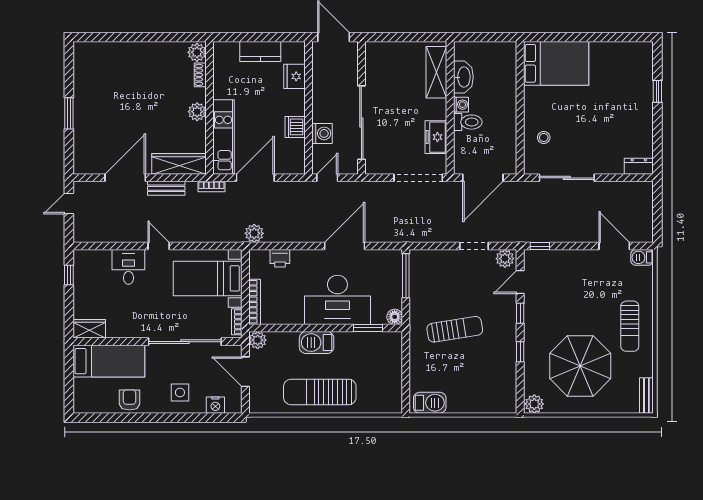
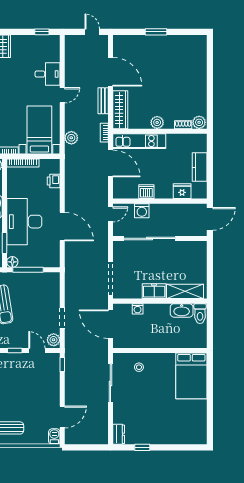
window: (657, 91) -> (142, 447), moved
washing machine: (461, 105) -> (138, 309), moved
toilet: (468, 122) -> (200, 314), moved
freezer: (436, 137) -> (154, 291), moved
door: (327, 178) -> (110, 214), hinge flipped
plant: (254, 233) -> (71, 138), moved
window: (406, 276) -> (28, 270), moved

